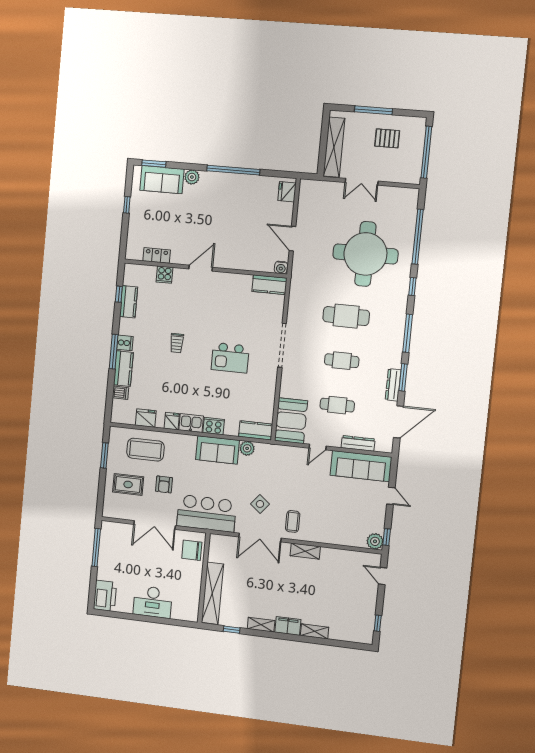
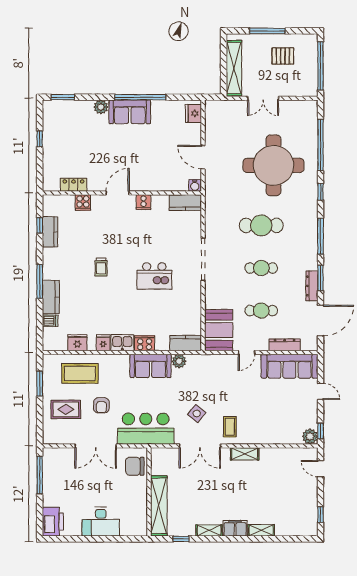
sofa: (162, 180) -> (130, 112), moved
cooker: (125, 343) -> (144, 202), moved, turned 90

